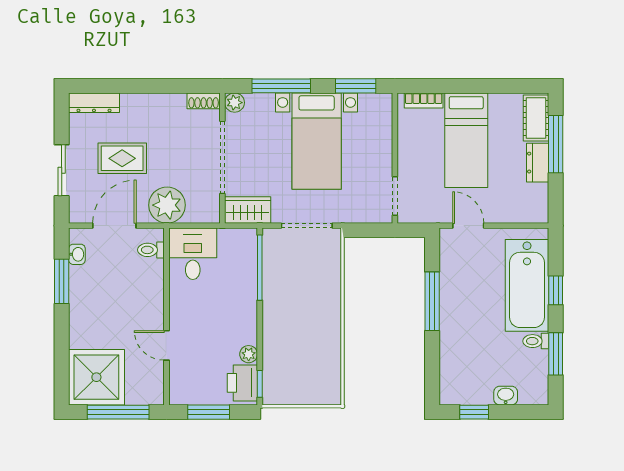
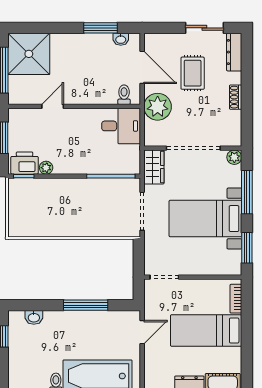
shoe rack: (204, 101) -> (236, 97), moved
sliding door: (62, 170) -> (204, 28), moved
washbasin: (506, 396) -> (34, 317), moved, turned 90

